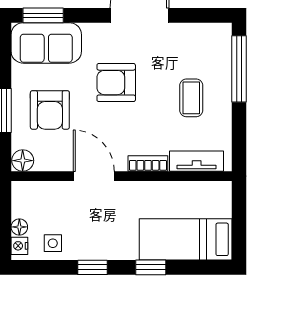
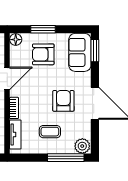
plant: (218, 39) -> (82, 146), added
armchair: (116, 83) -> (63, 101), moved

